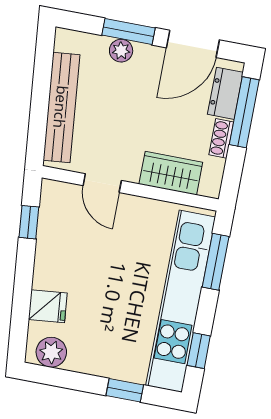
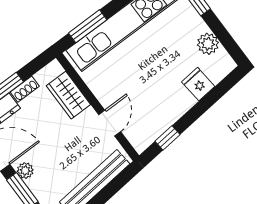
plant: (121, 51) -> (25, 170), moved
plant: (51, 352) -> (208, 44), moved

